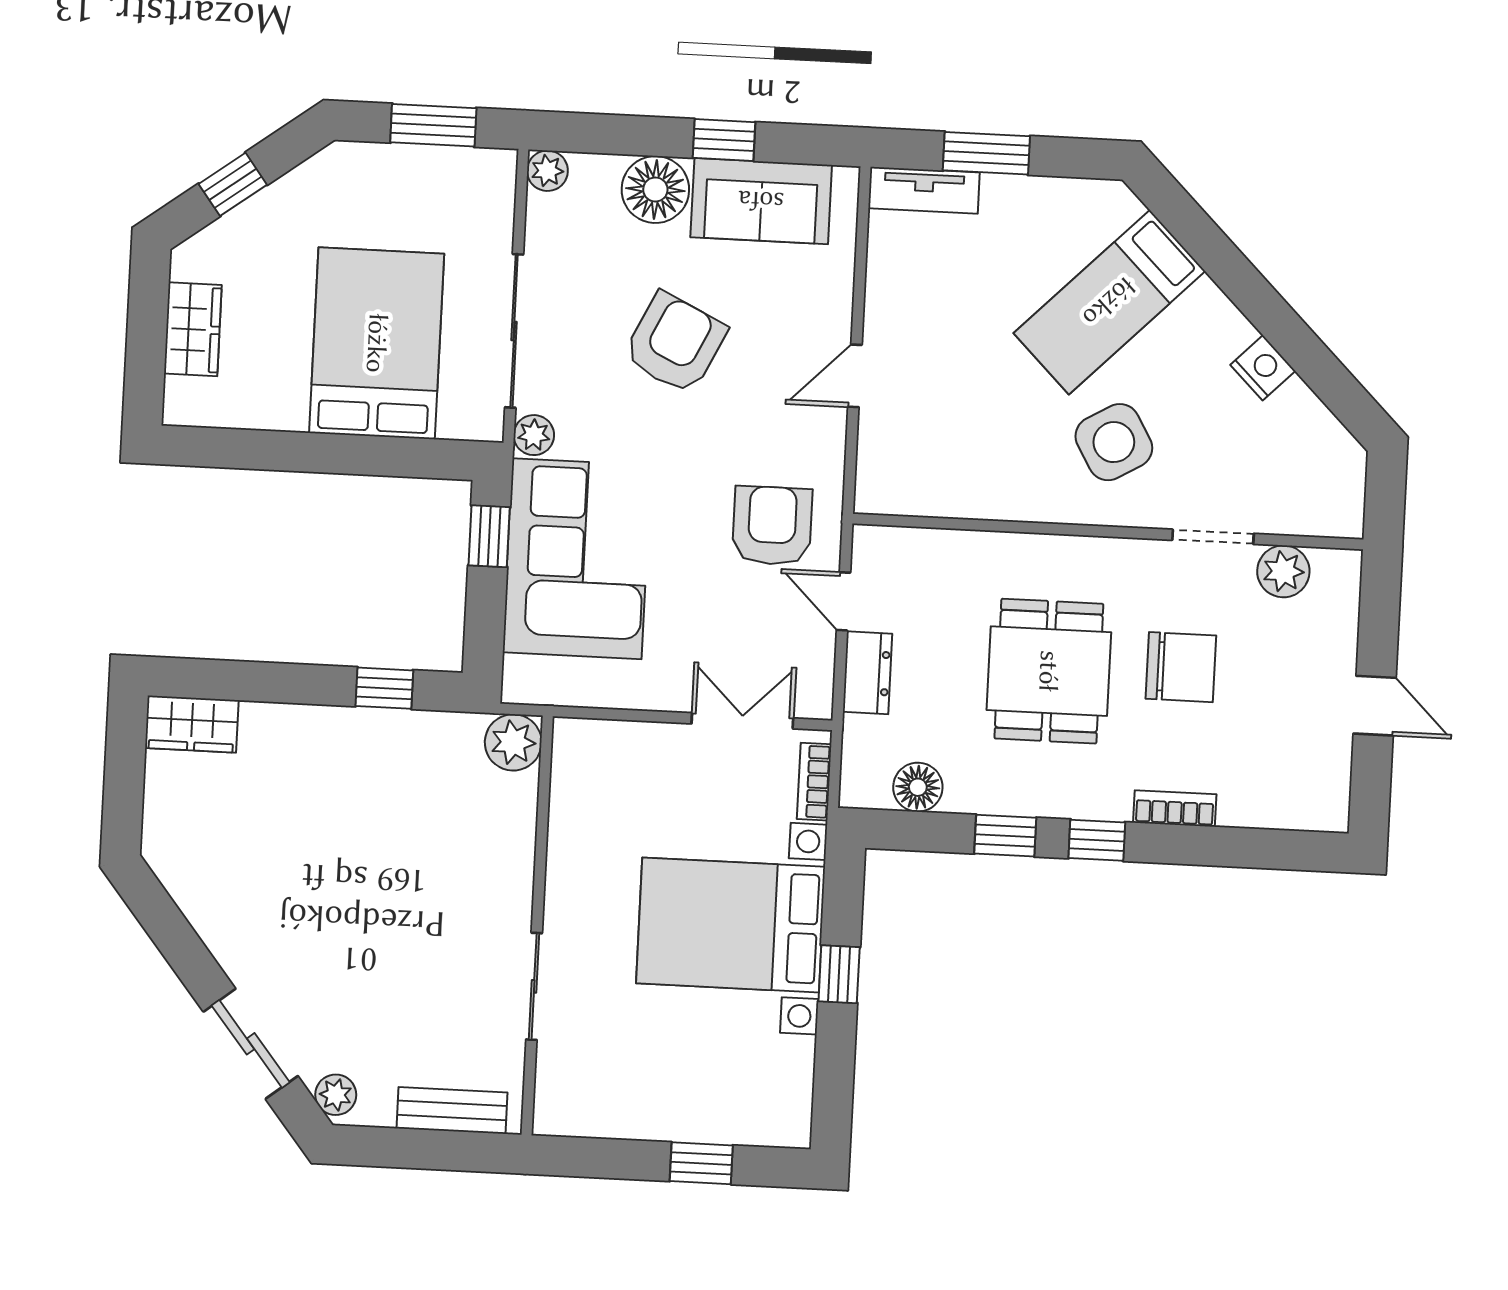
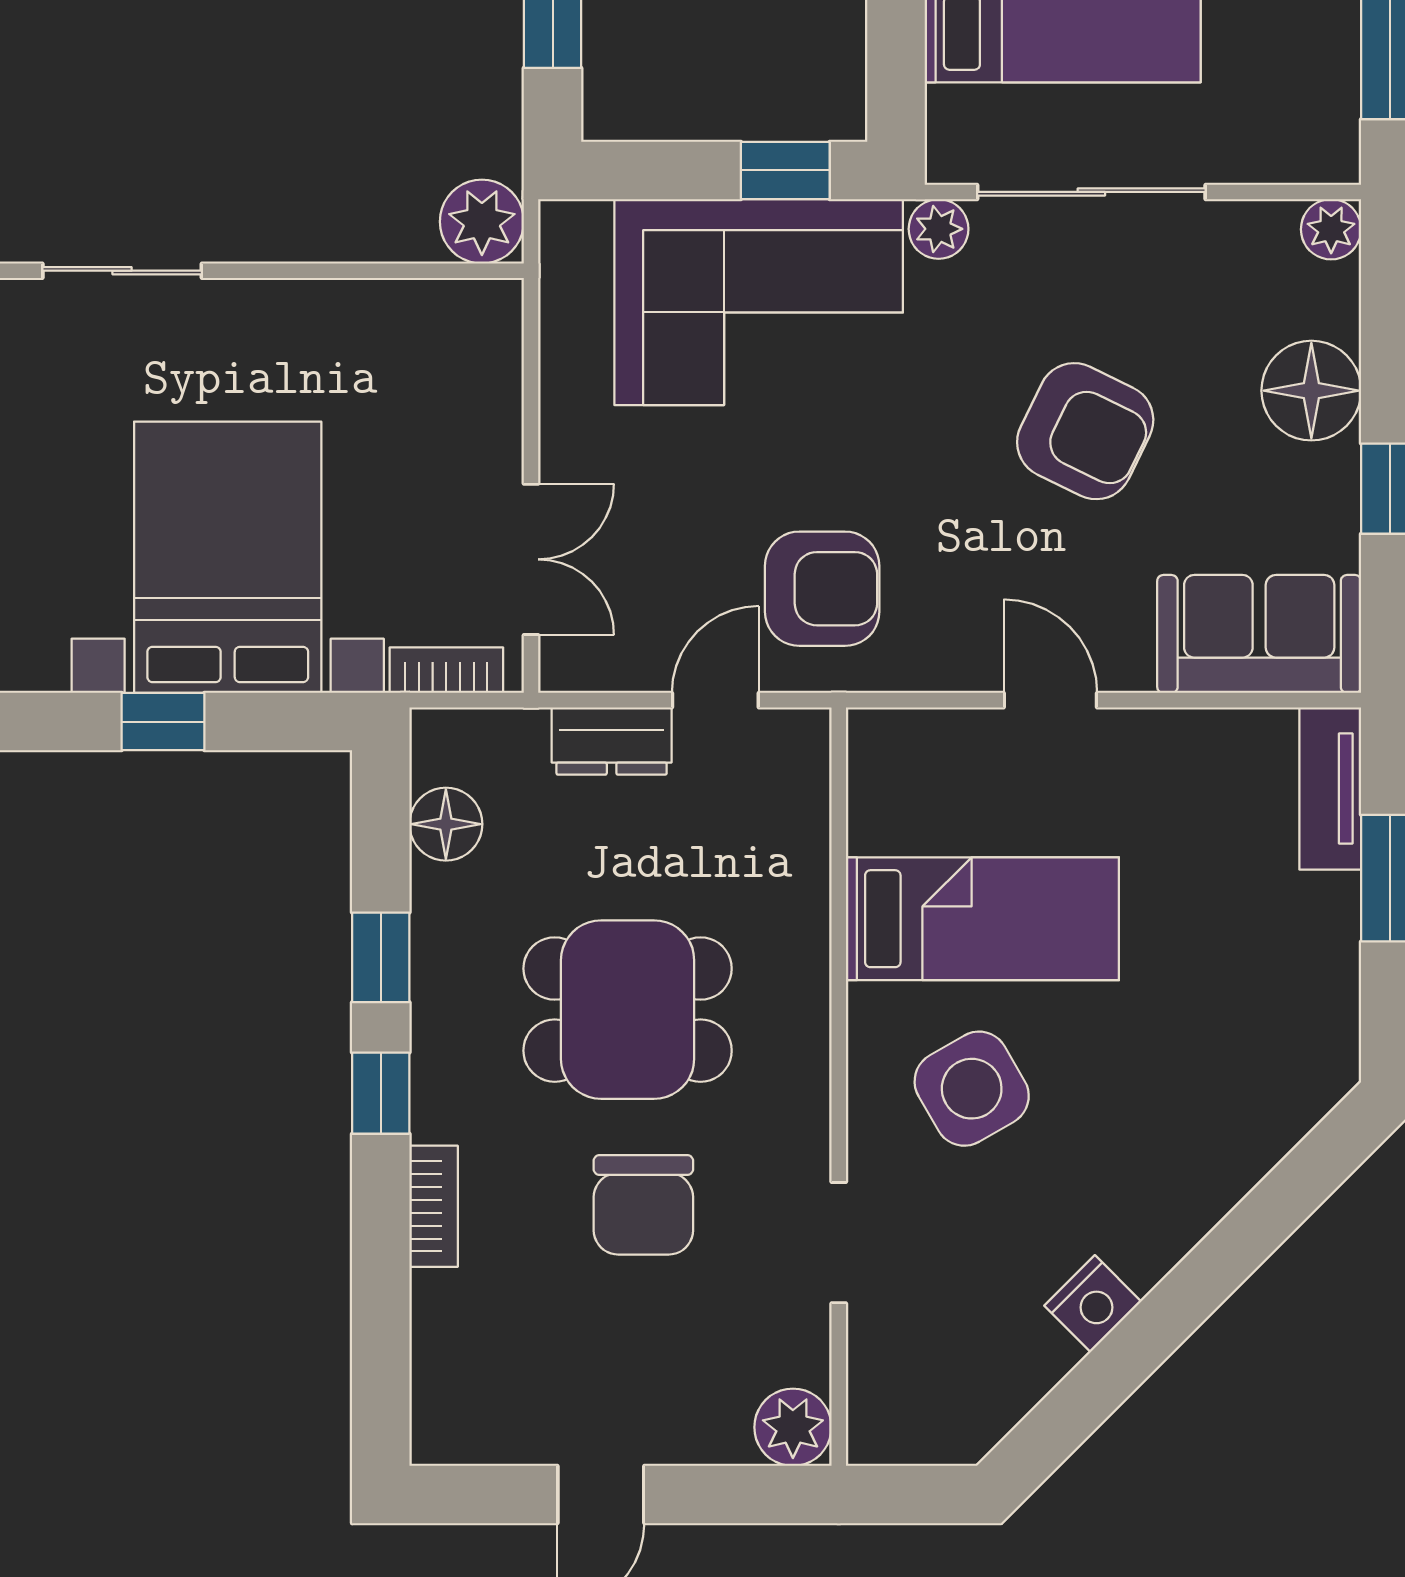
sofa: (761, 201) -> (1259, 634), moved, turned 90
bed: (1109, 302) -> (982, 919), moved, turned 135
plant: (1283, 571) -> (793, 1427), moved

